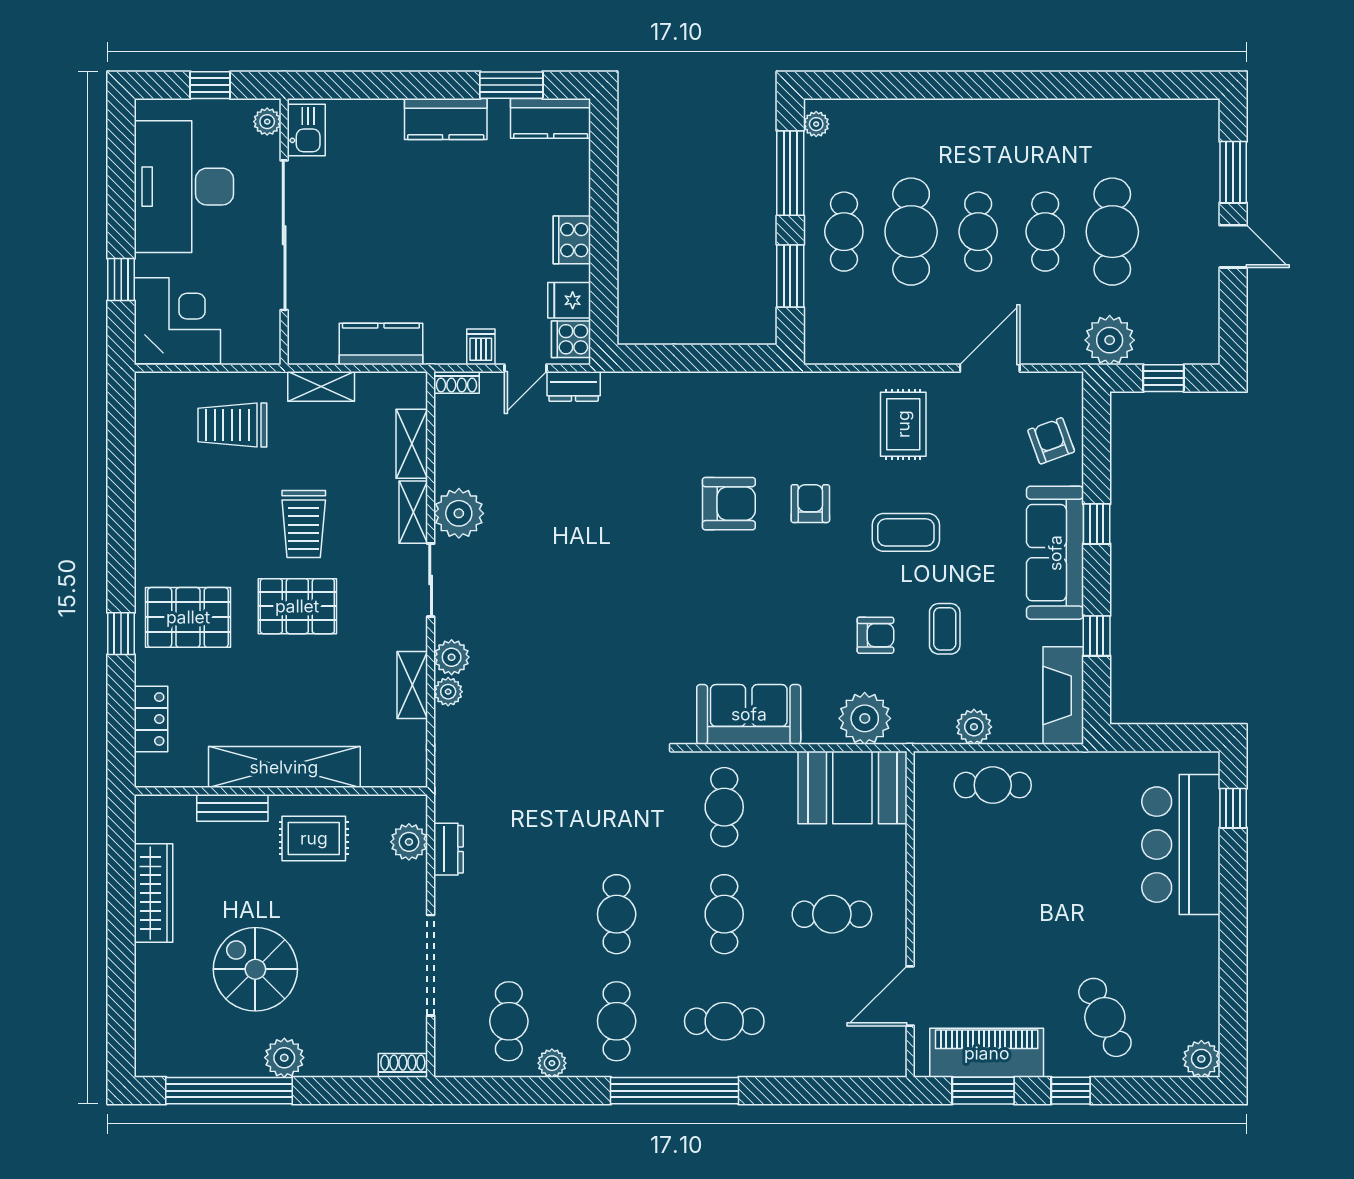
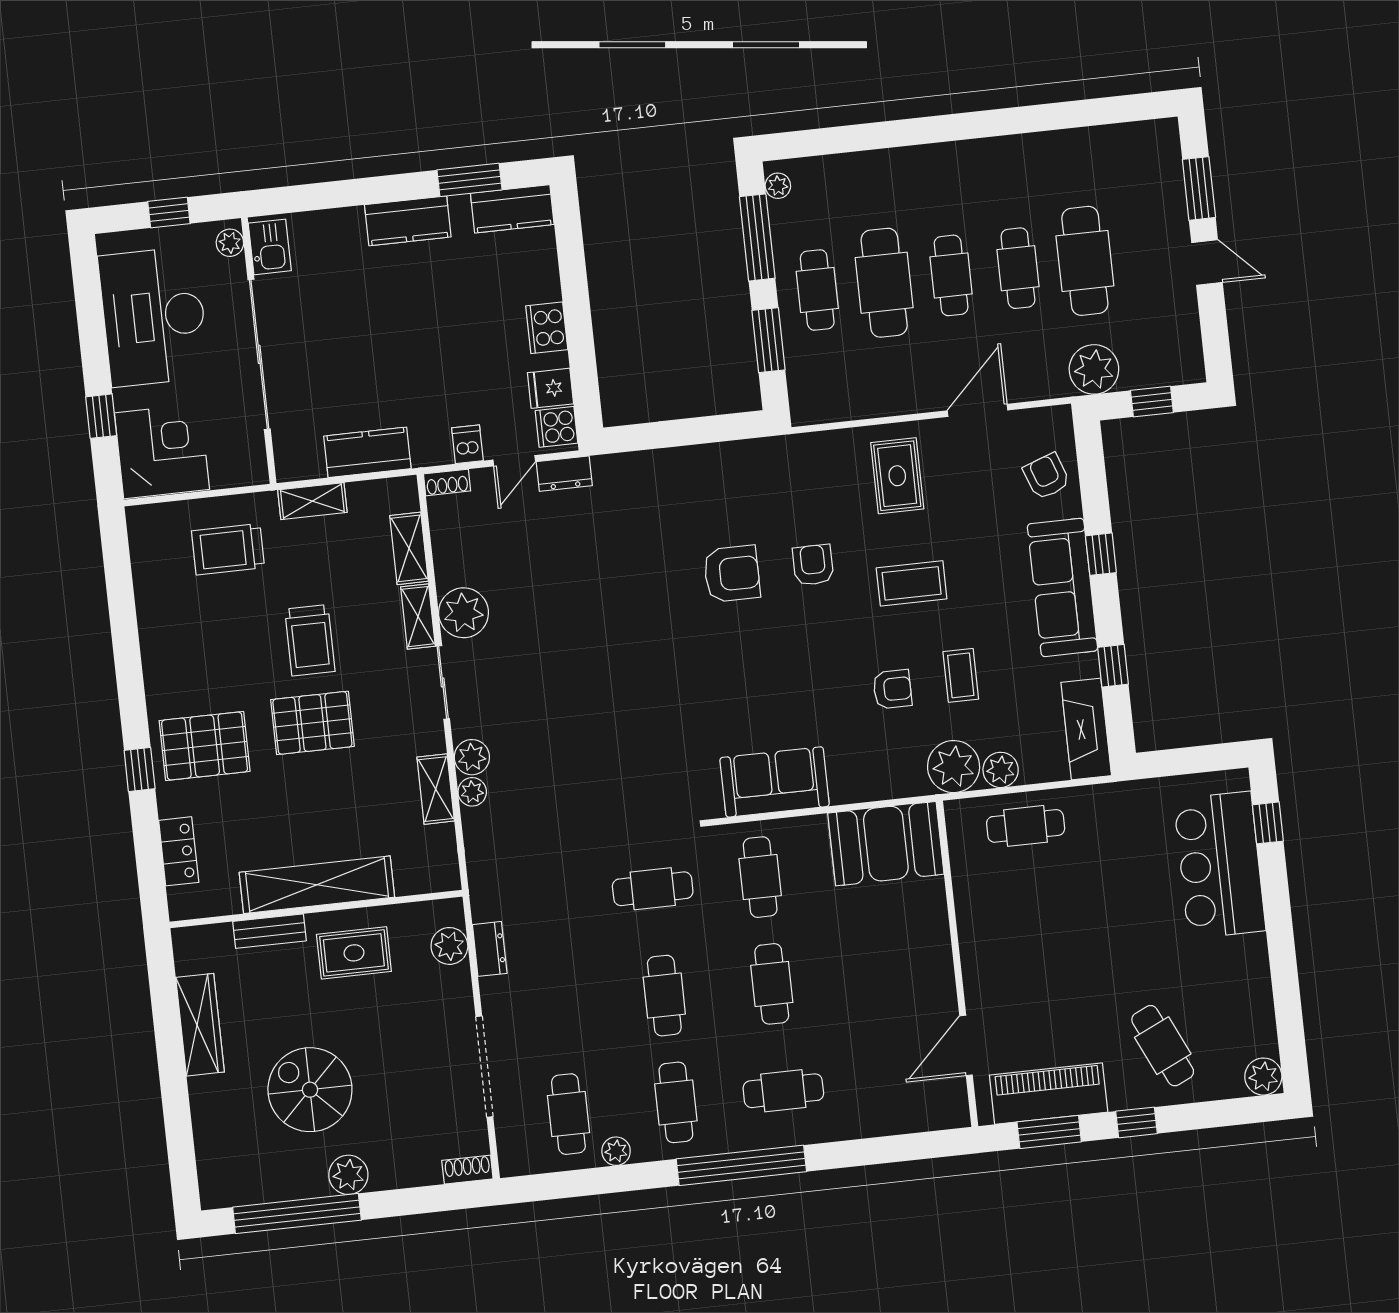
plant: (865, 718) -> (954, 767), moved
cafe table: (832, 914) -> (653, 889), moved

